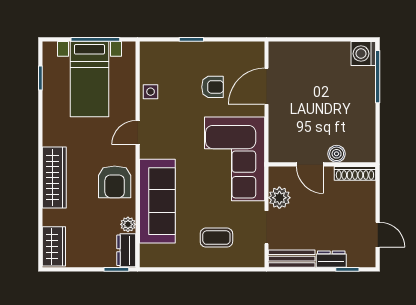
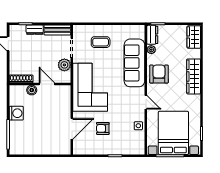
washing machine: (363, 54) -> (16, 113), moved
bed with nightstands: (89, 79) -> (173, 133), width x1.36
door: (138, 133) -> (146, 102), hinge flipped

